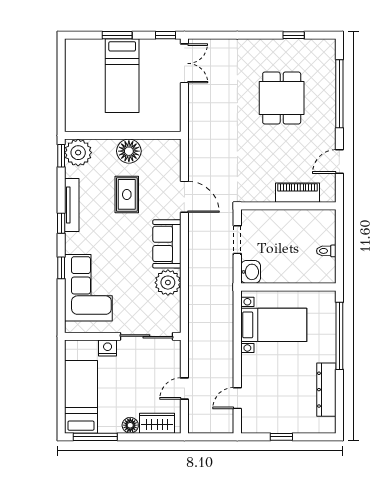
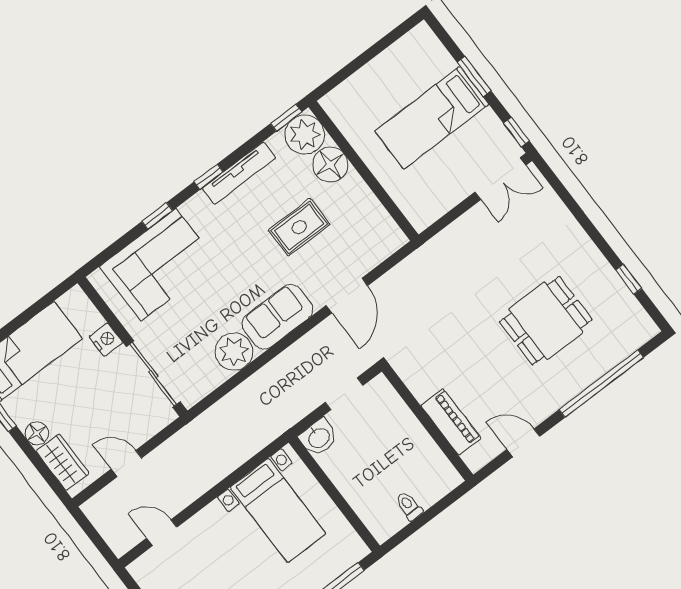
floor lamp: (129, 151) -> (330, 165), moved

